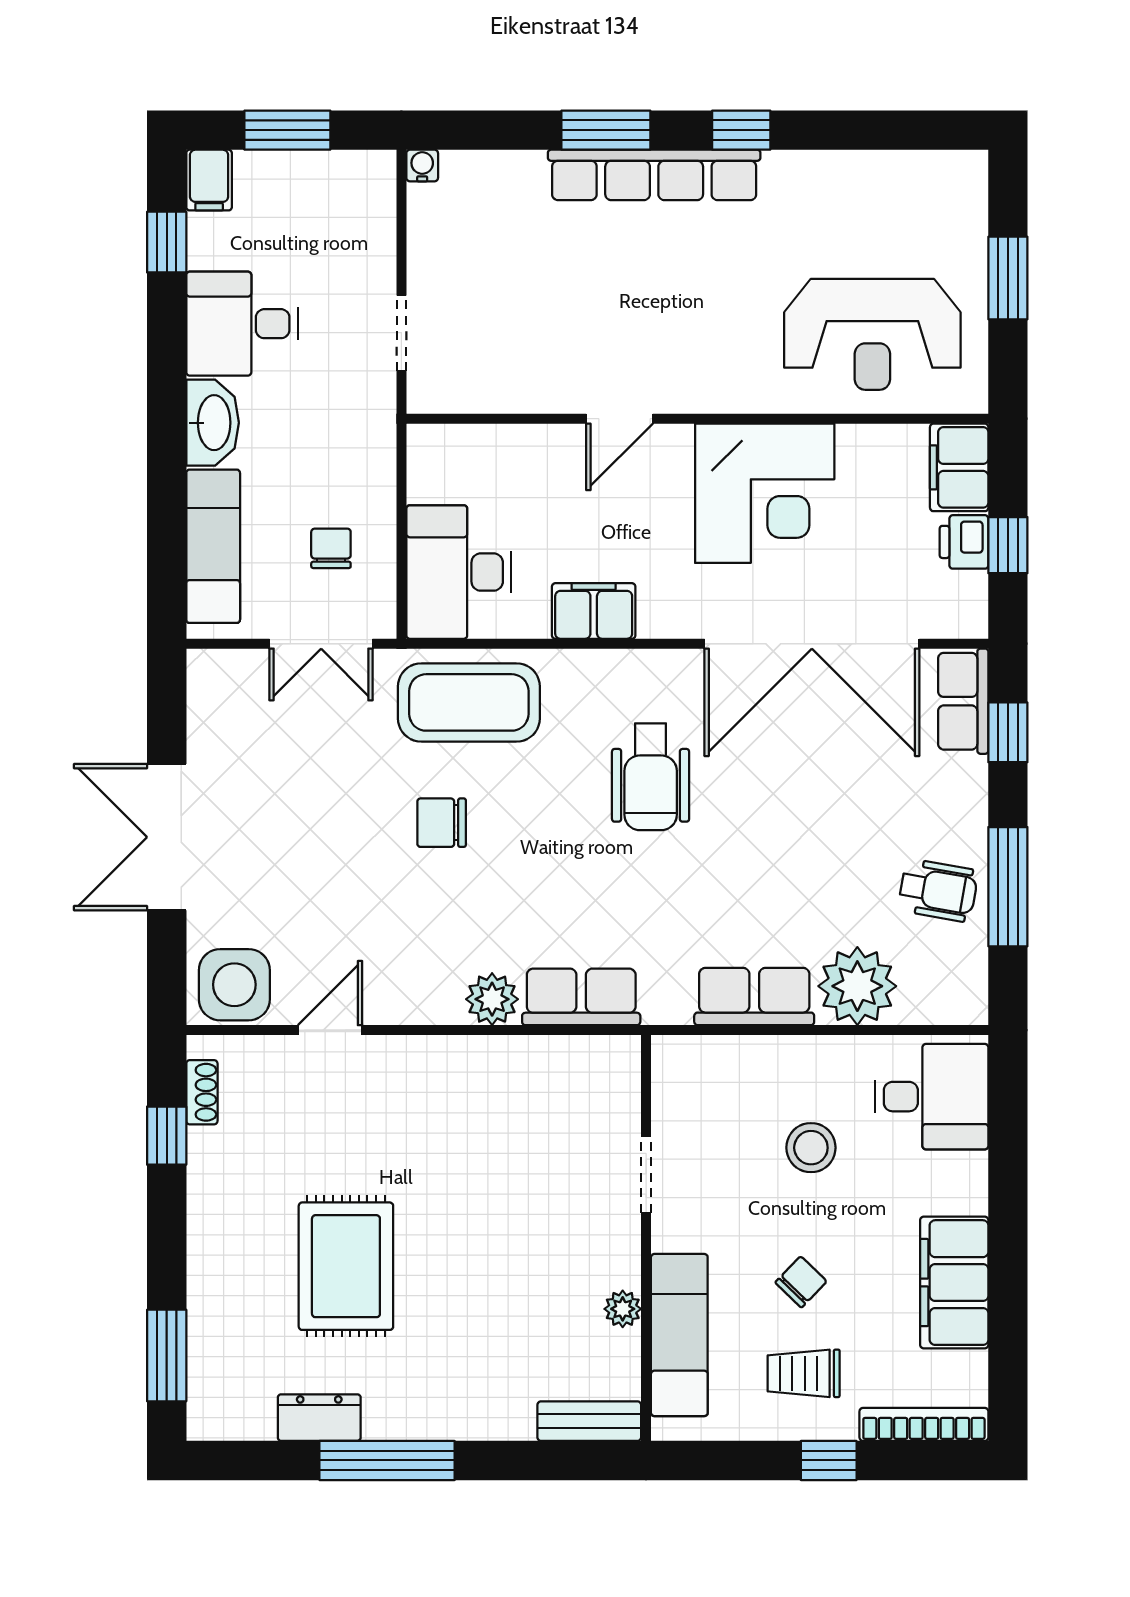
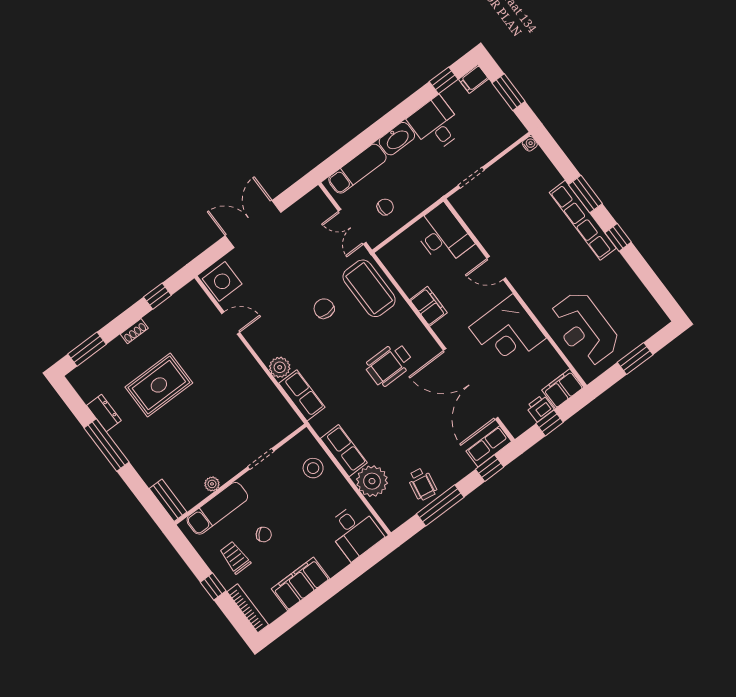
desk: (459, 572) -> (443, 235), moved, turned 90
shoe rack: (202, 1092) -> (134, 331), moved
stool: (811, 1148) -> (313, 468), moved

